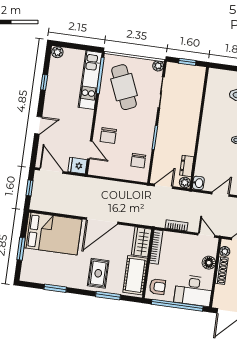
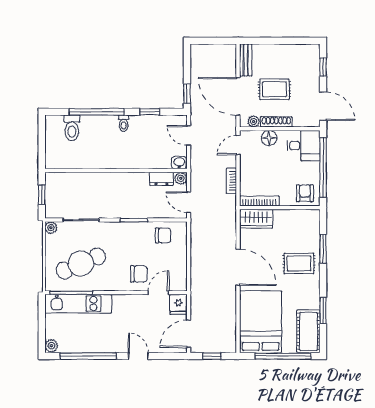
window: (44, 82) -> (88, 356), width x3.17
window: (21, 249) -> (283, 356), width x2.11
cot: (135, 275) -> (308, 331), moved, turned 90
desk: (193, 290) -> (304, 146), width x0.73

